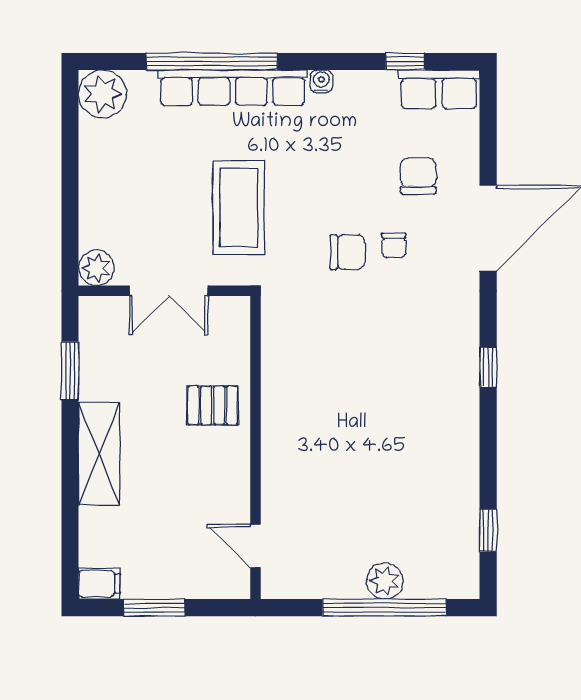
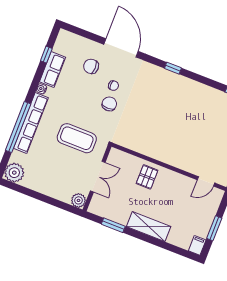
row of seats: (439, 89) -> (52, 70), moved

